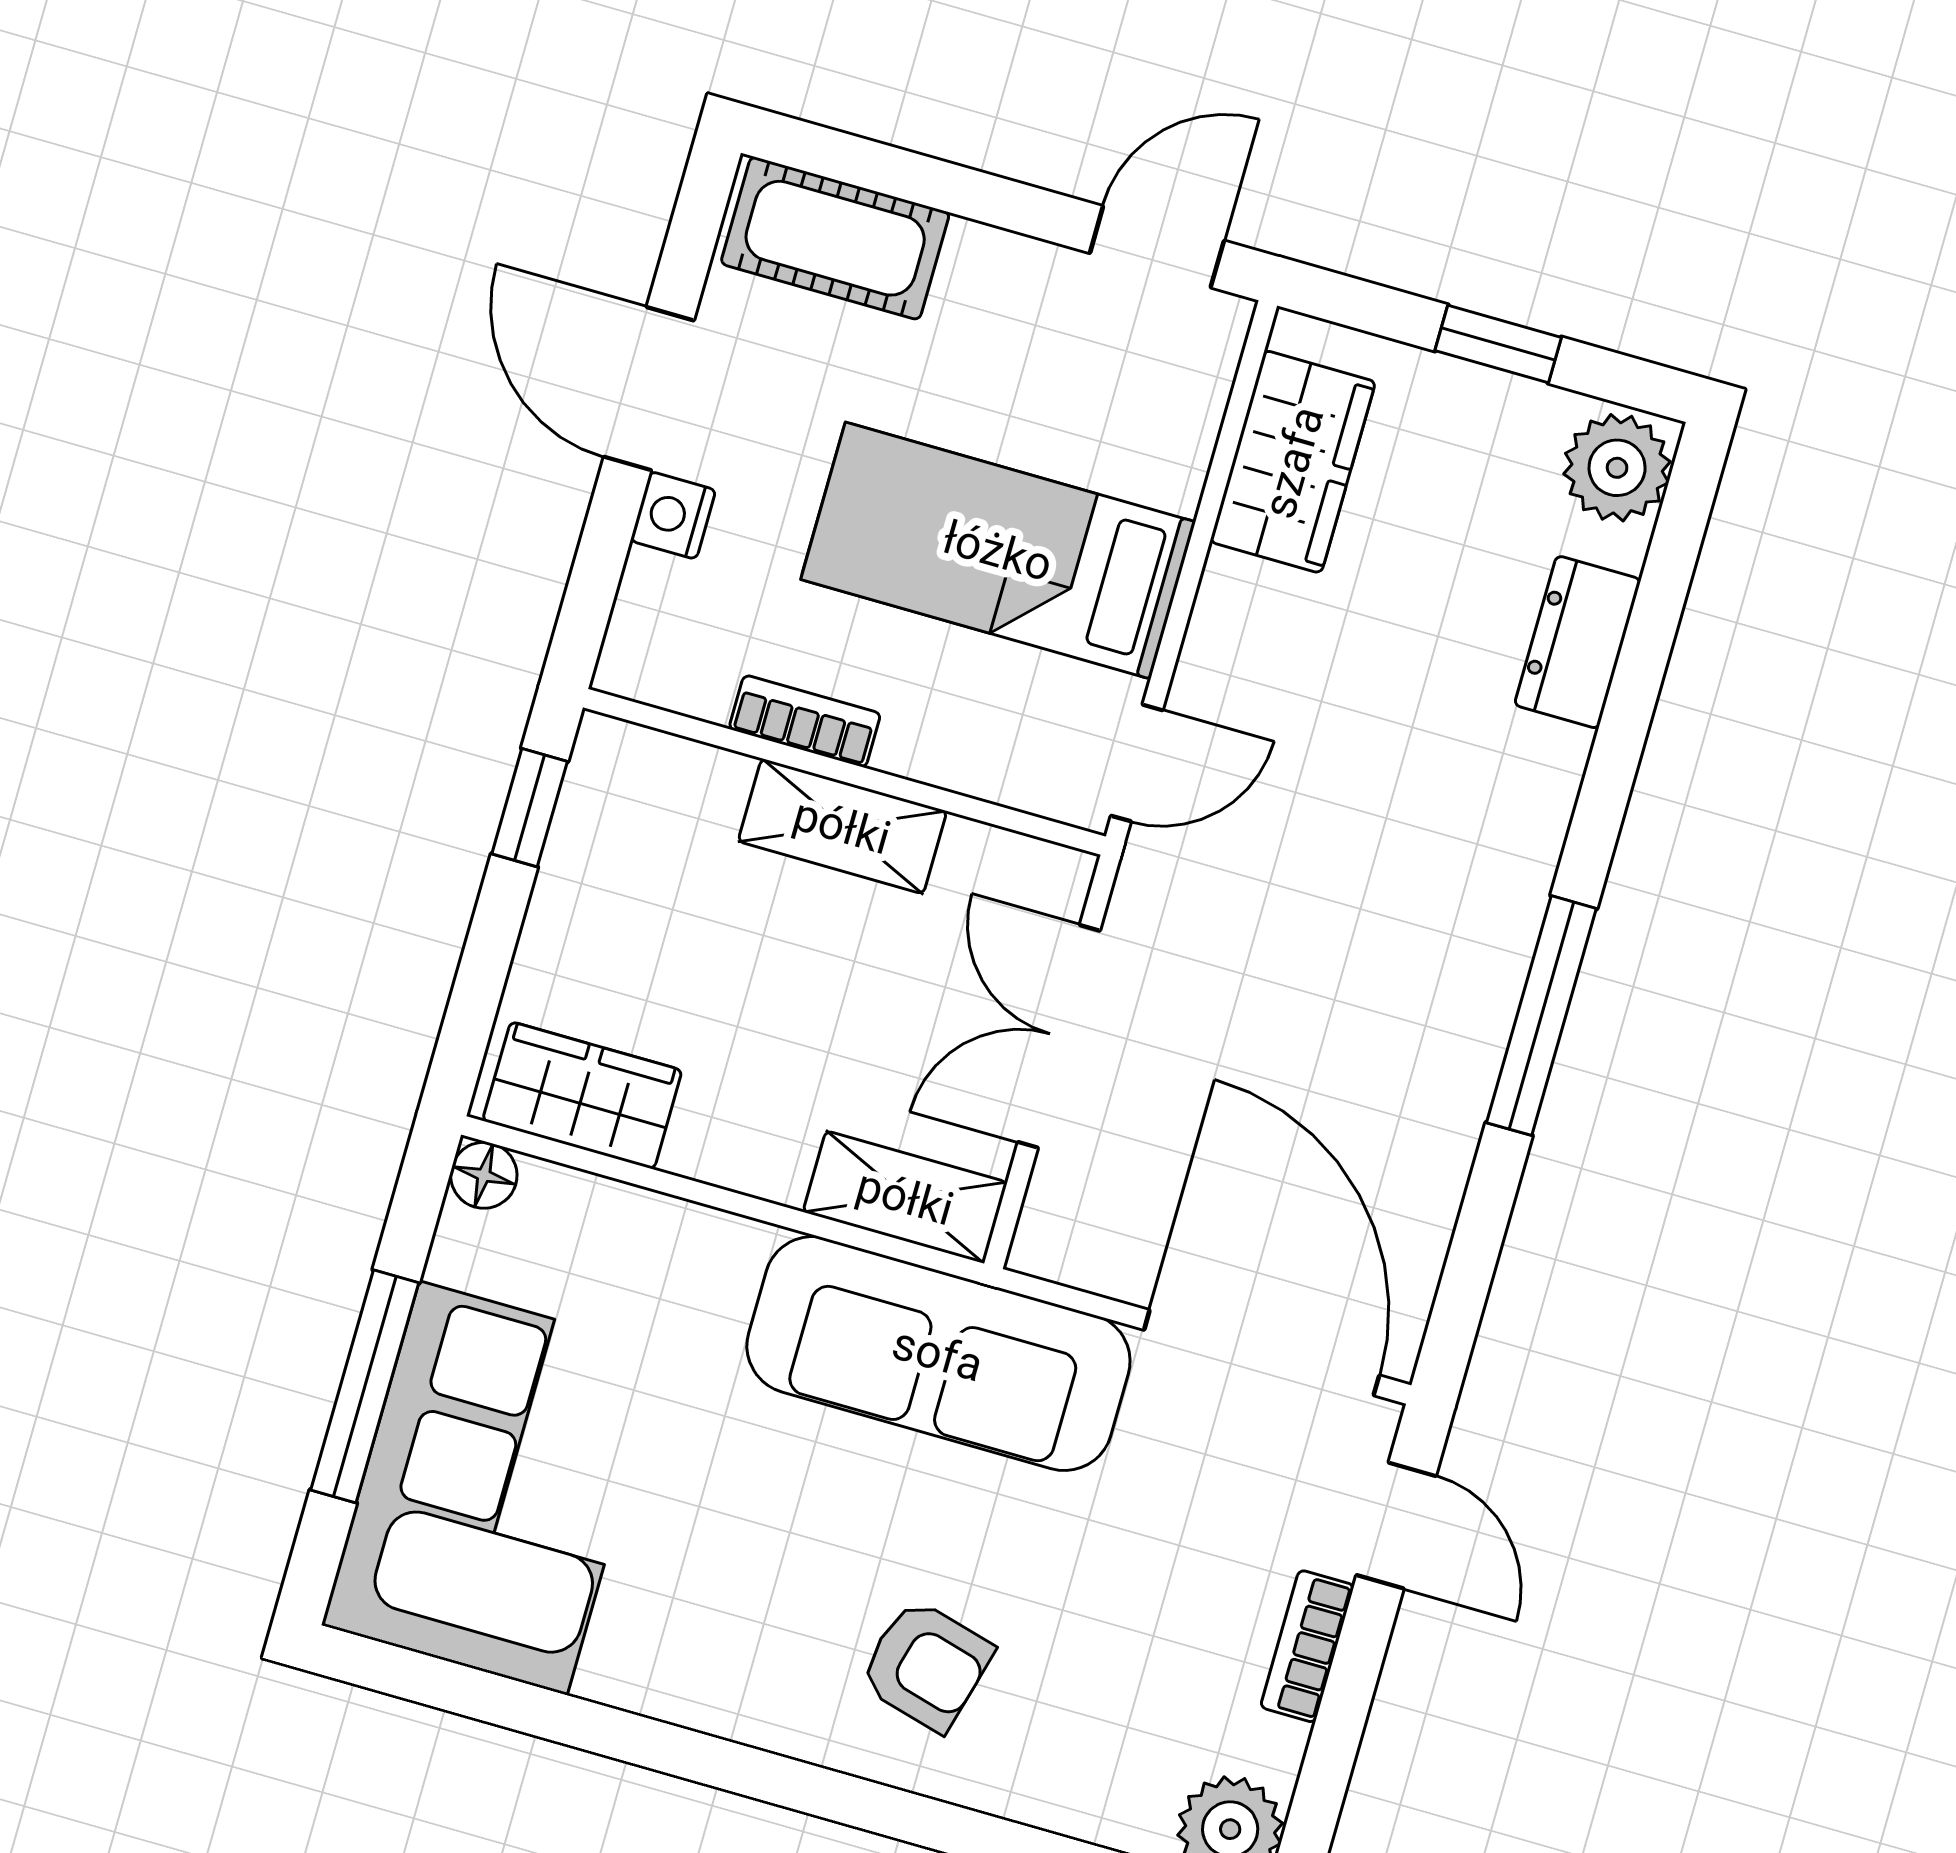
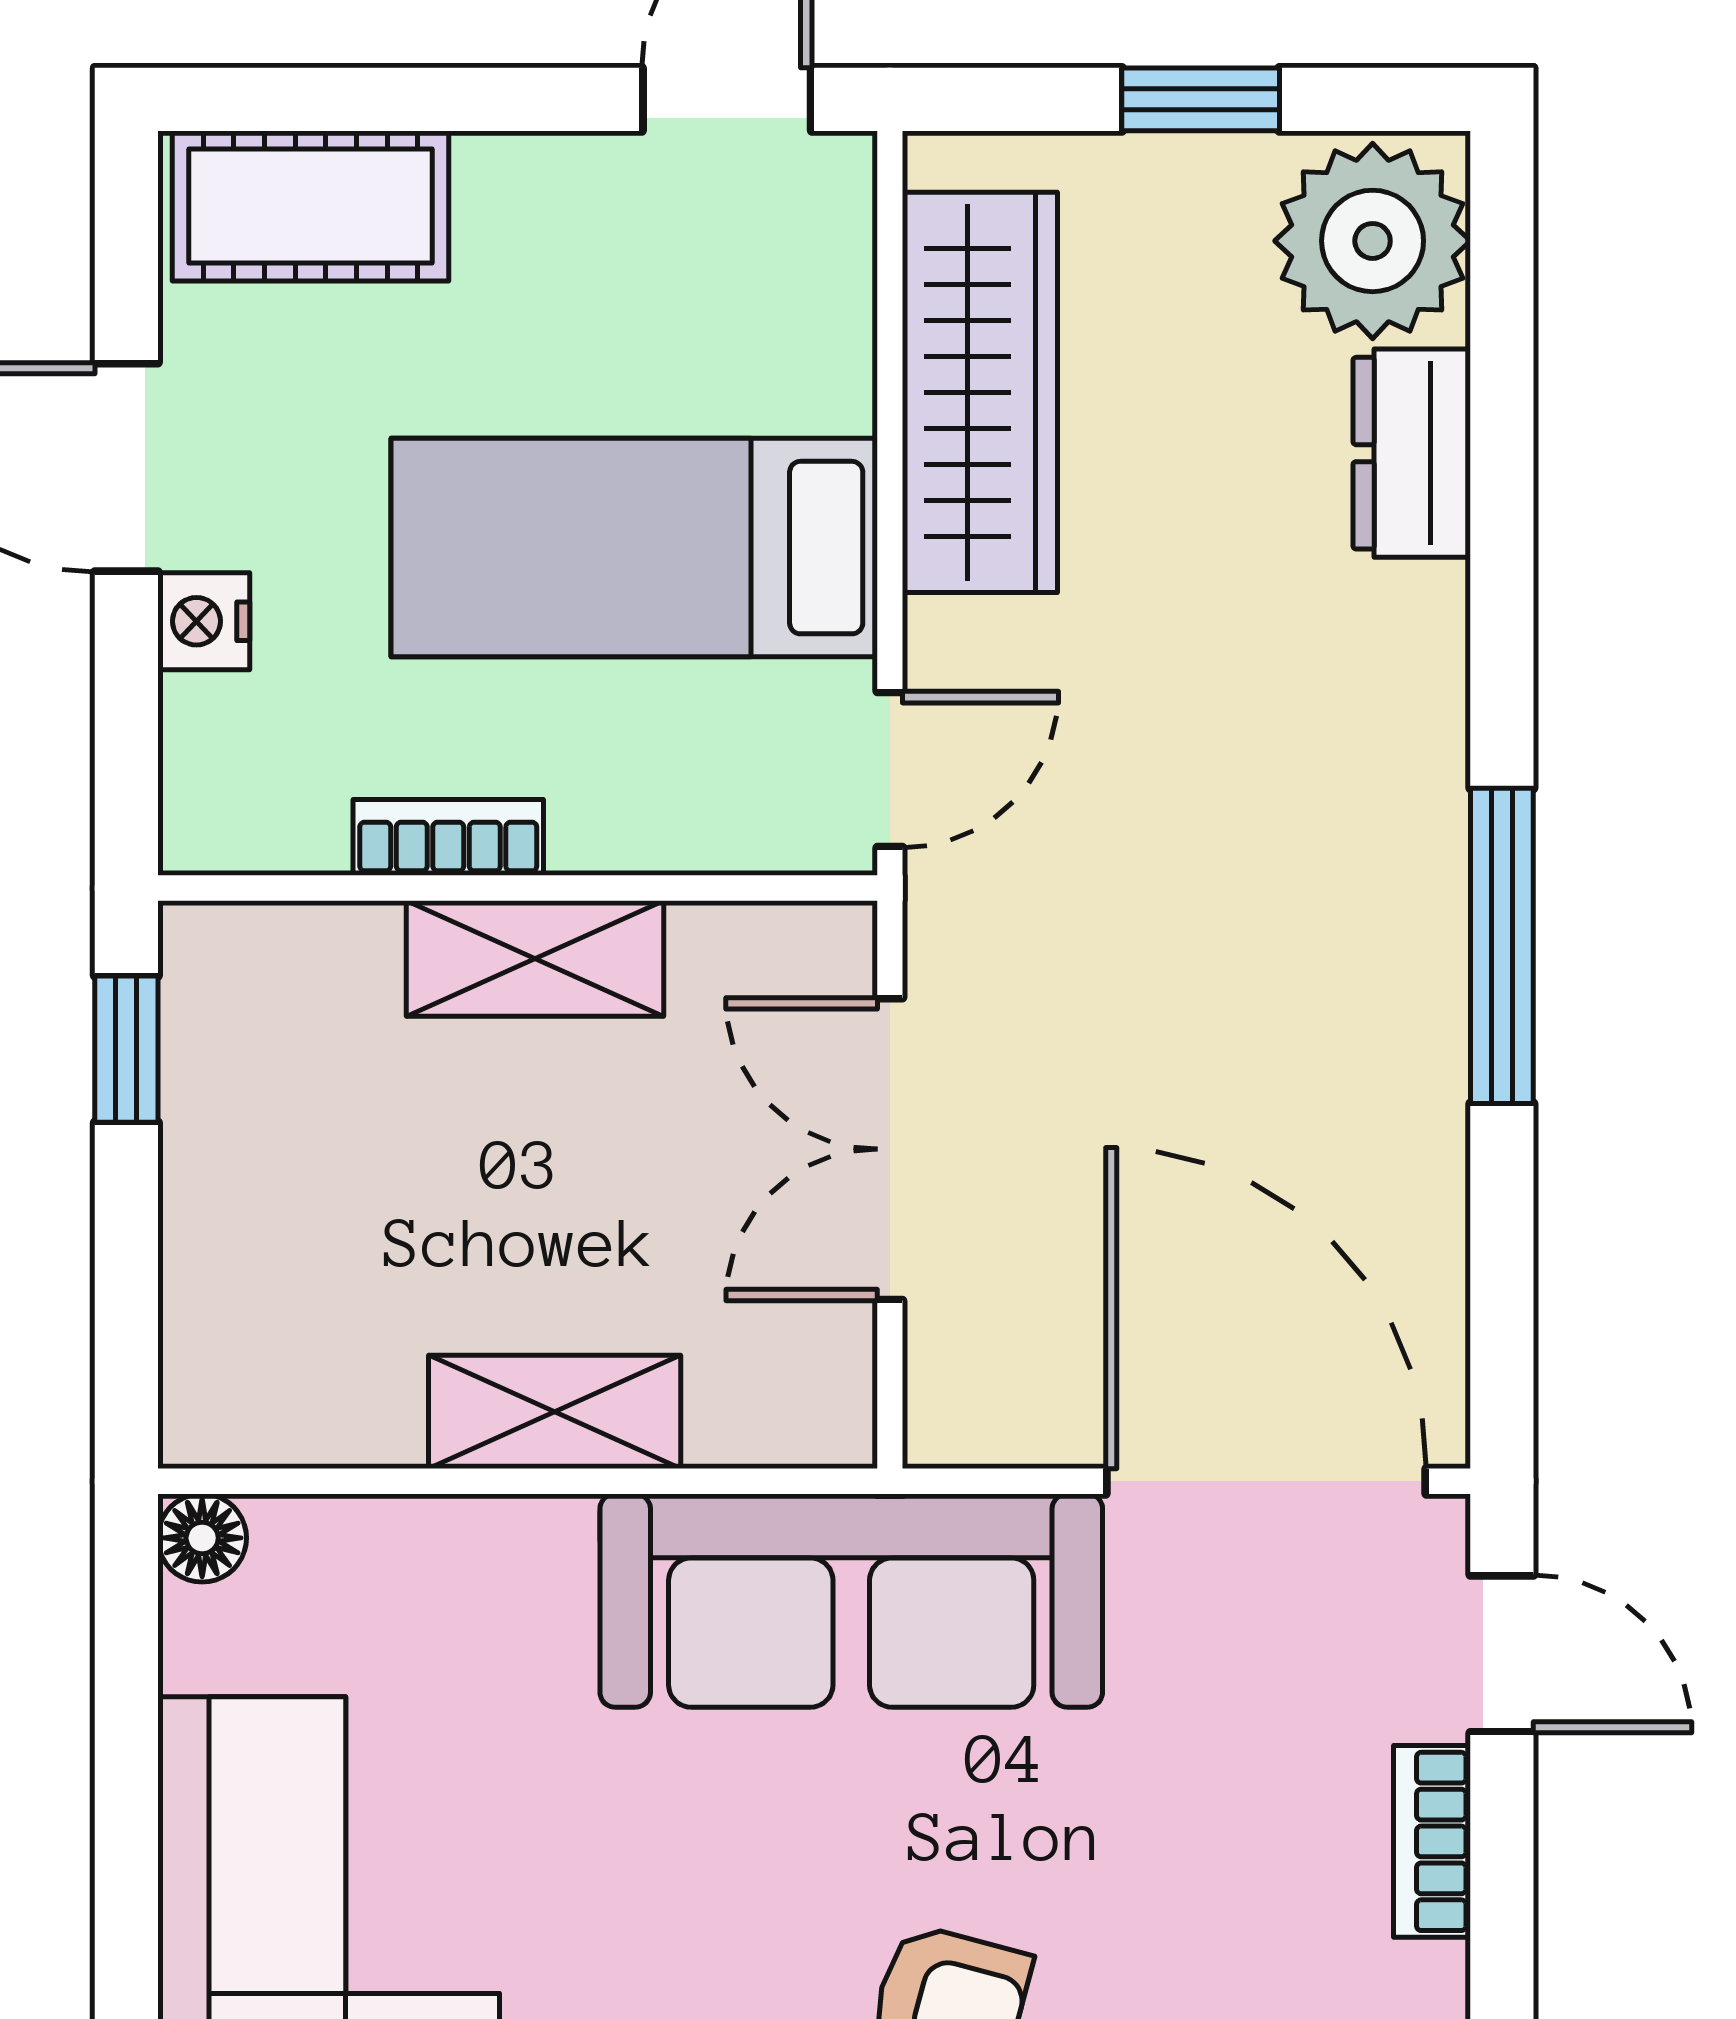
wardrobe: (1293, 462) -> (980, 392), width x1.50
plant: (1617, 468) -> (1373, 241), width x1.36, depth x1.36
wardrobe: (582, 1095) -> (299, 1399), removed
shelving: (905, 1197) -> (555, 1412), moved
window: (365, 1386) -> (126, 1853), removed

